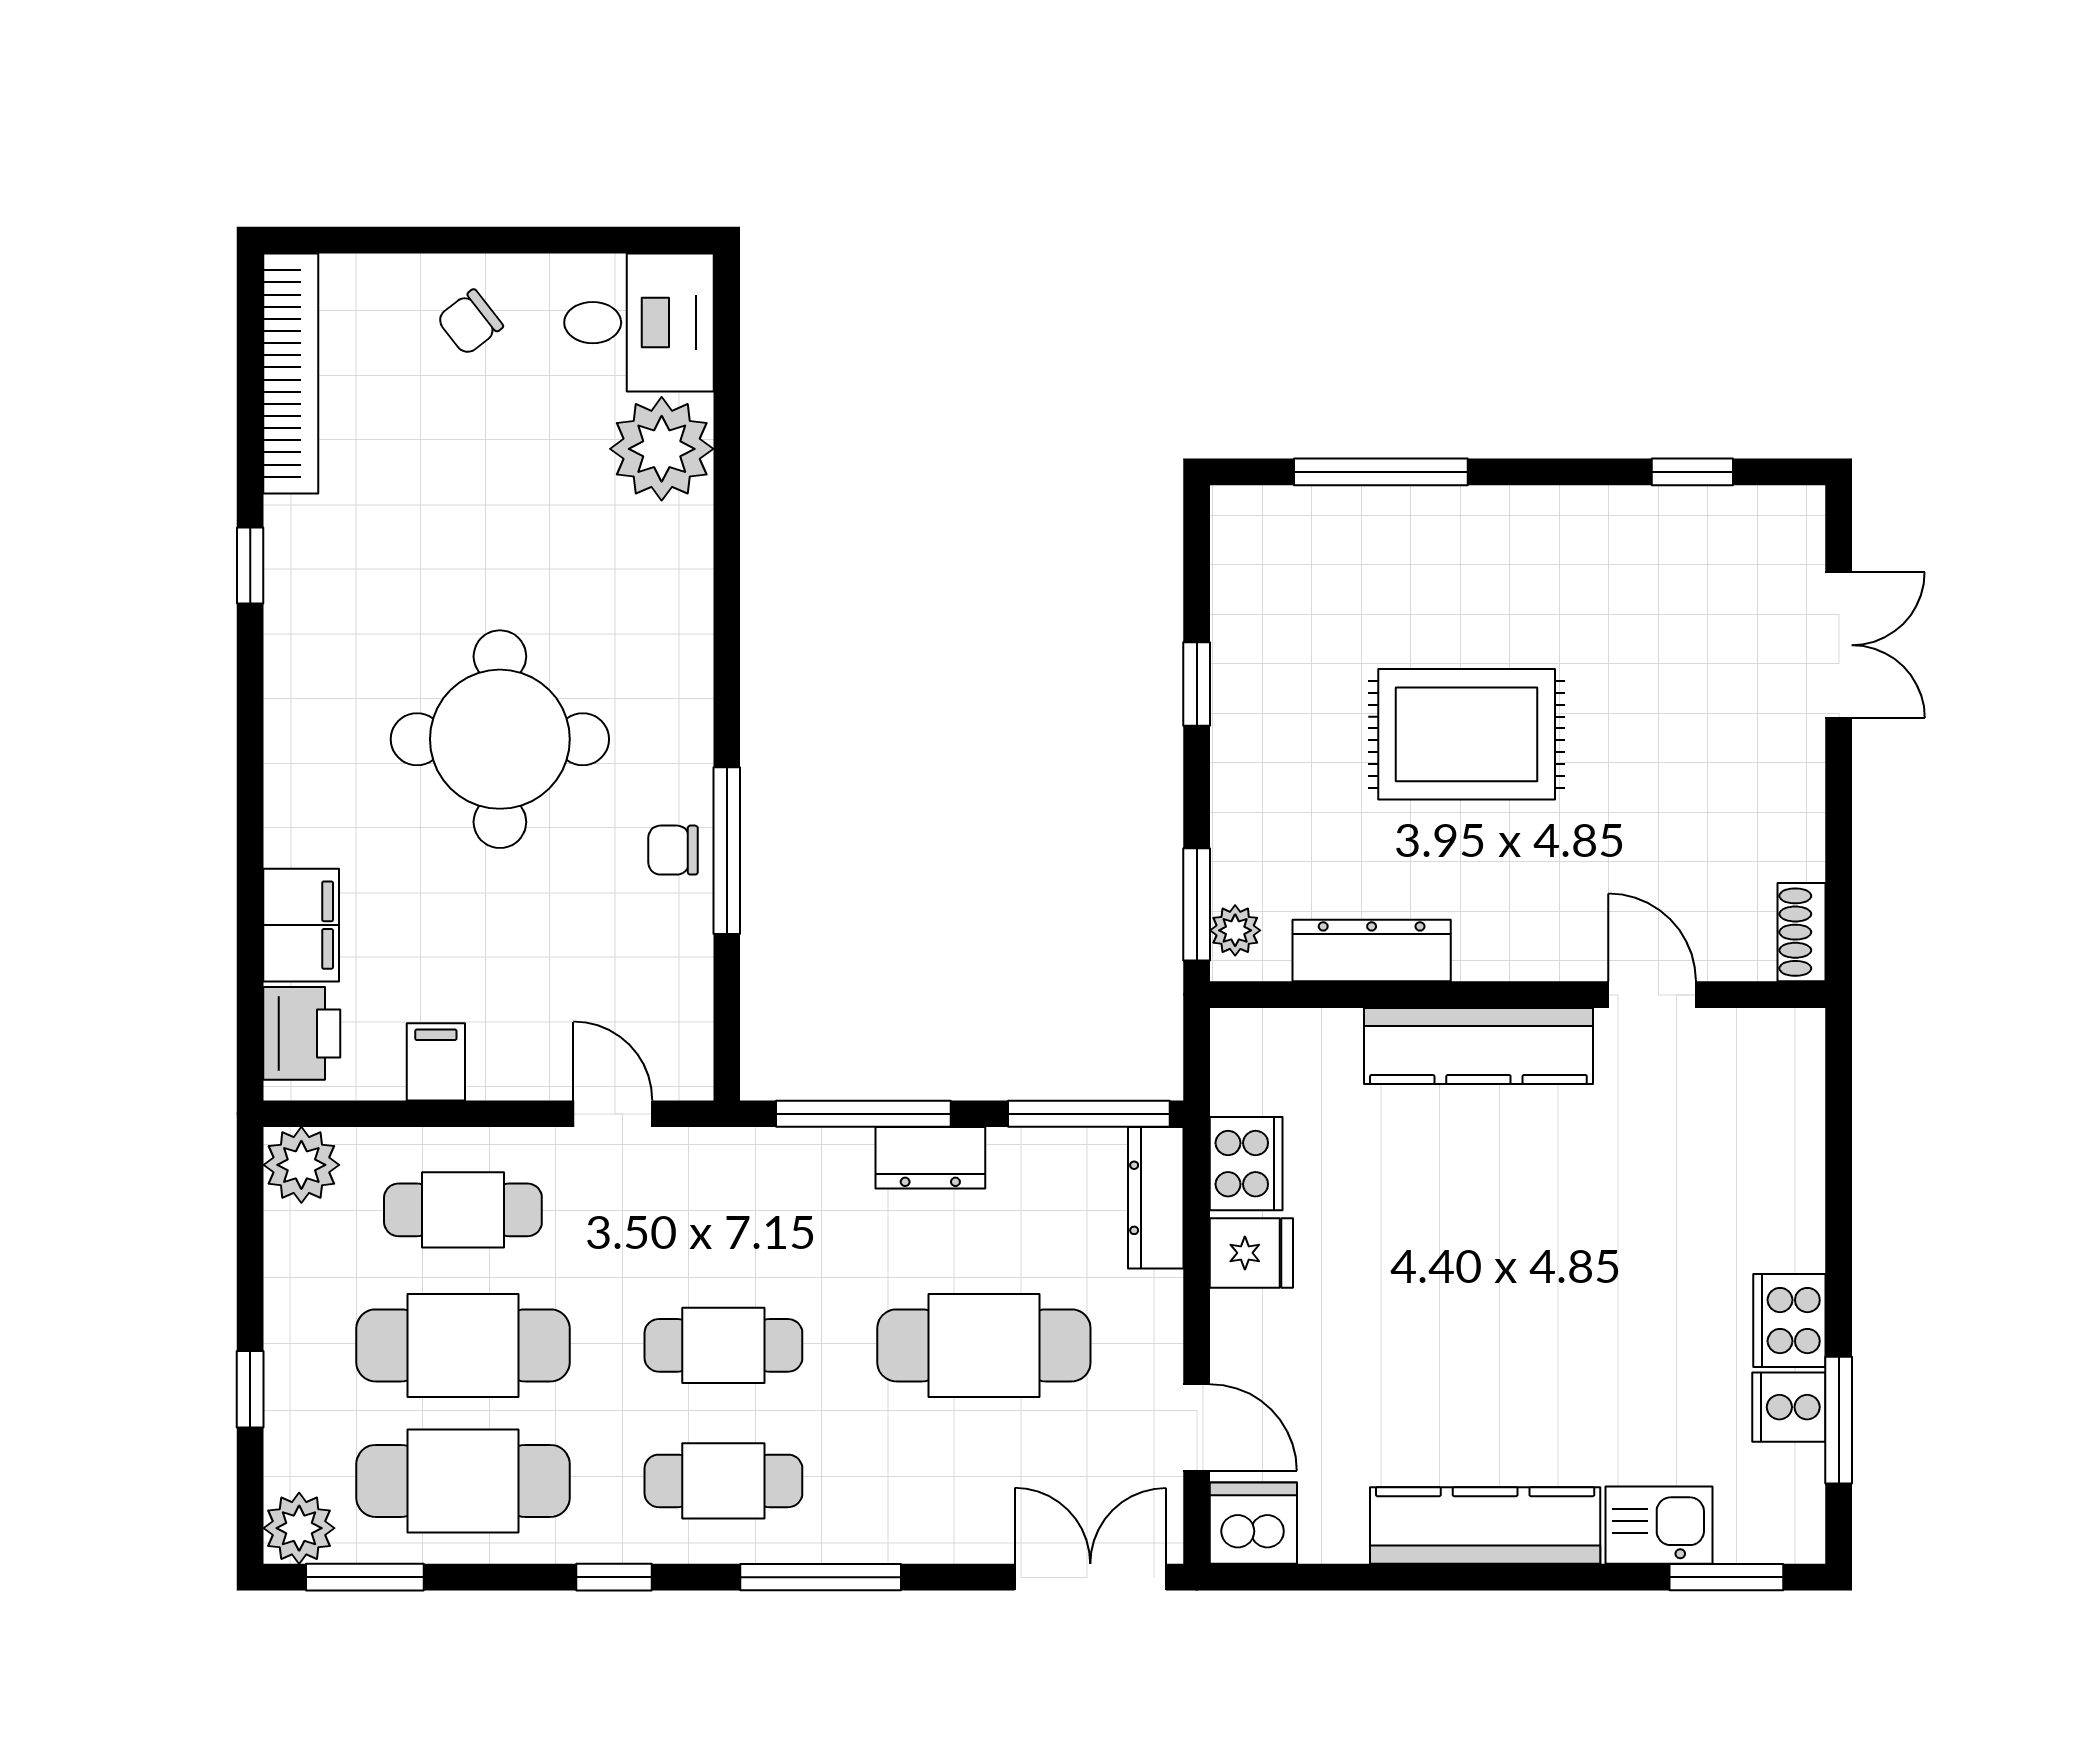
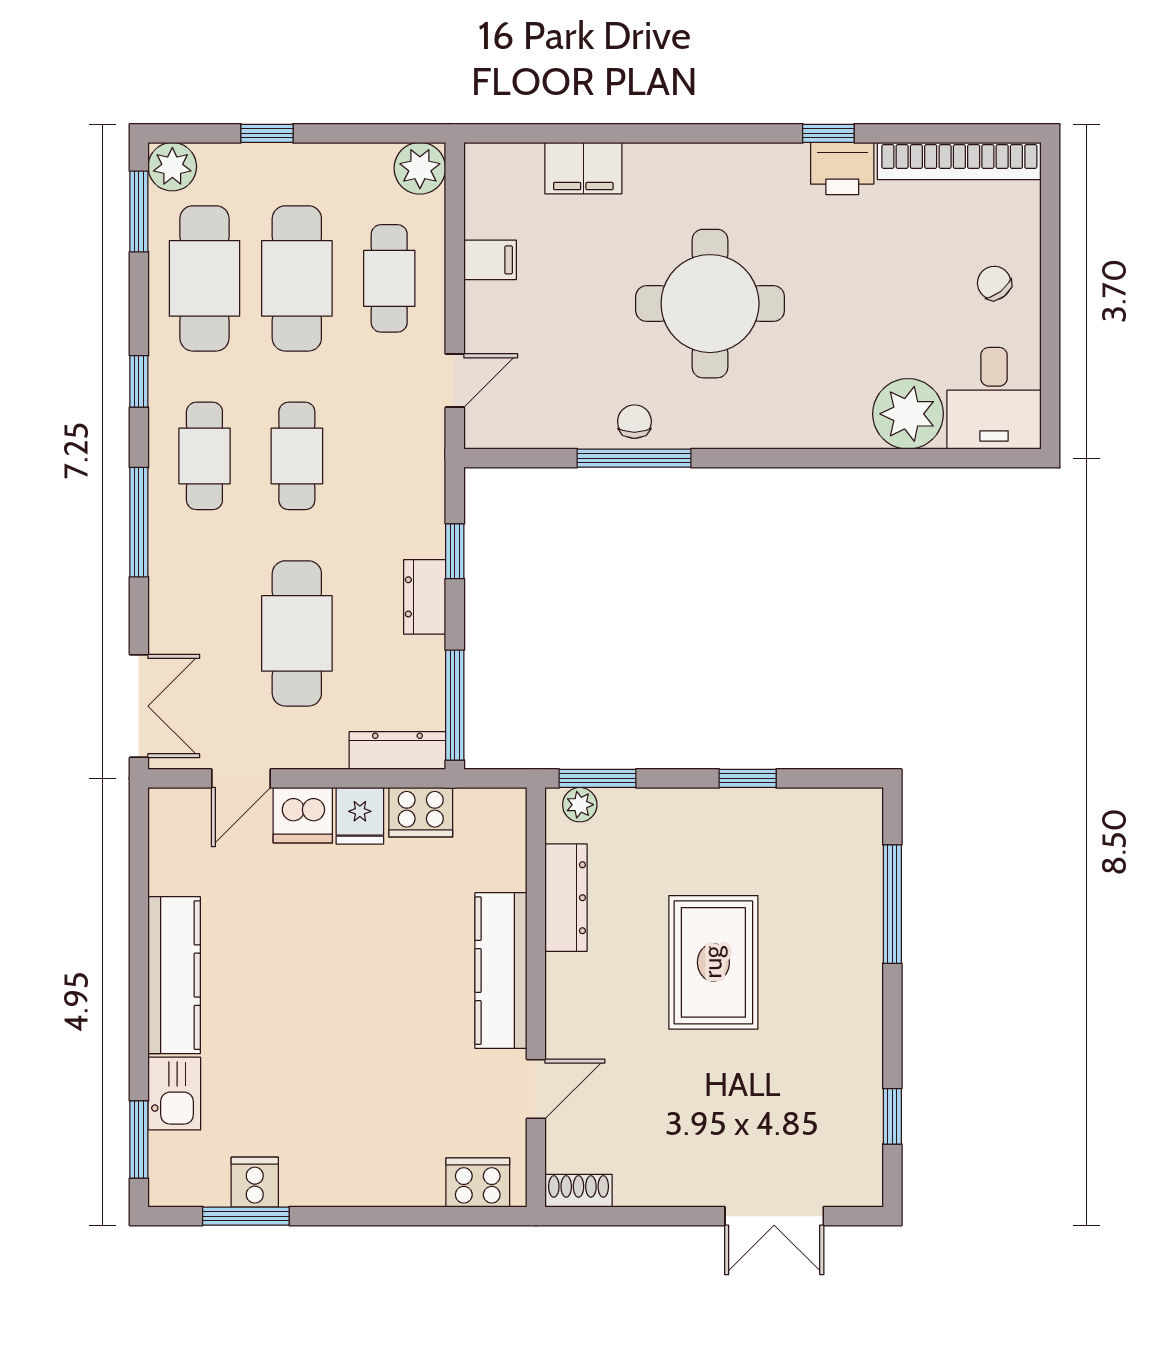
printer: (302, 1033) -> (842, 169), moved
window: (863, 1114) -> (455, 551), width x0.46
cooker: (1789, 1321) -> (478, 1182), moved
dishwasher: (1253, 1523) -> (303, 815), moved, turned 90

